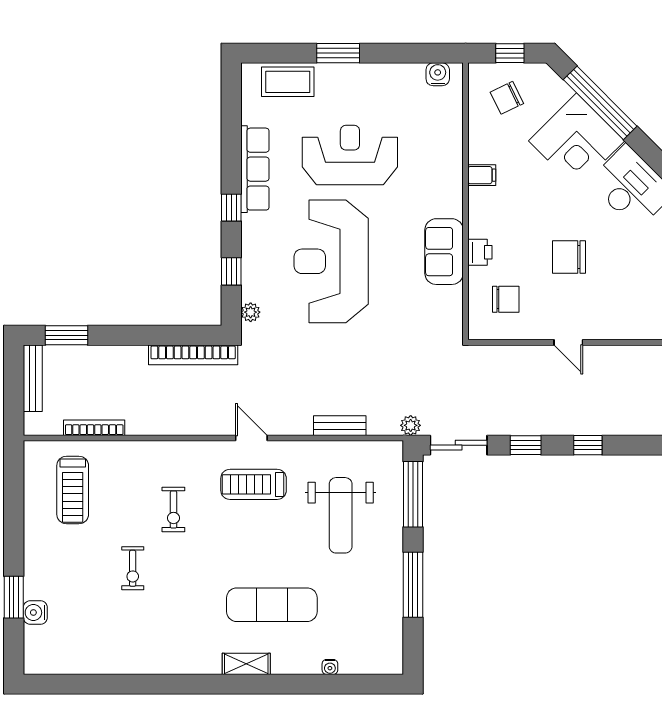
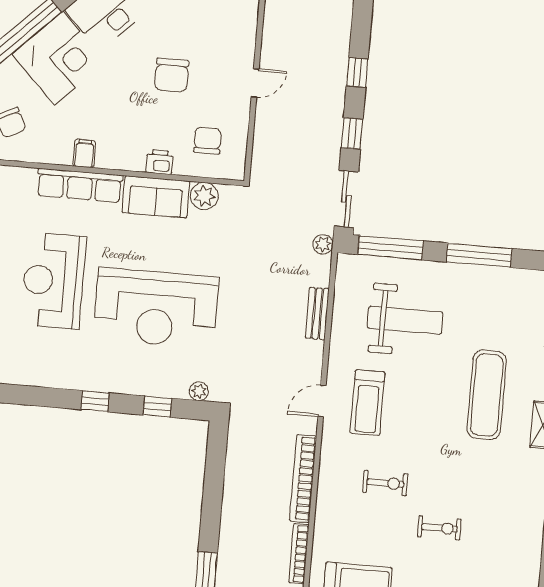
row of seats: (255, 169) -> (80, 185), moved, turned 180
plant: (449, 301) -> (204, 196), added
bookcase: (193, 355) -> (303, 478), moved, turned 180

